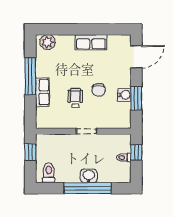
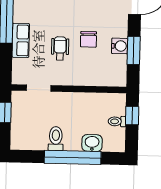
doorway: (87, 131) -> (39, 88), moved
toilet: (49, 173) -> (56, 139), moved
washbasin: (89, 176) -> (92, 143), moved

